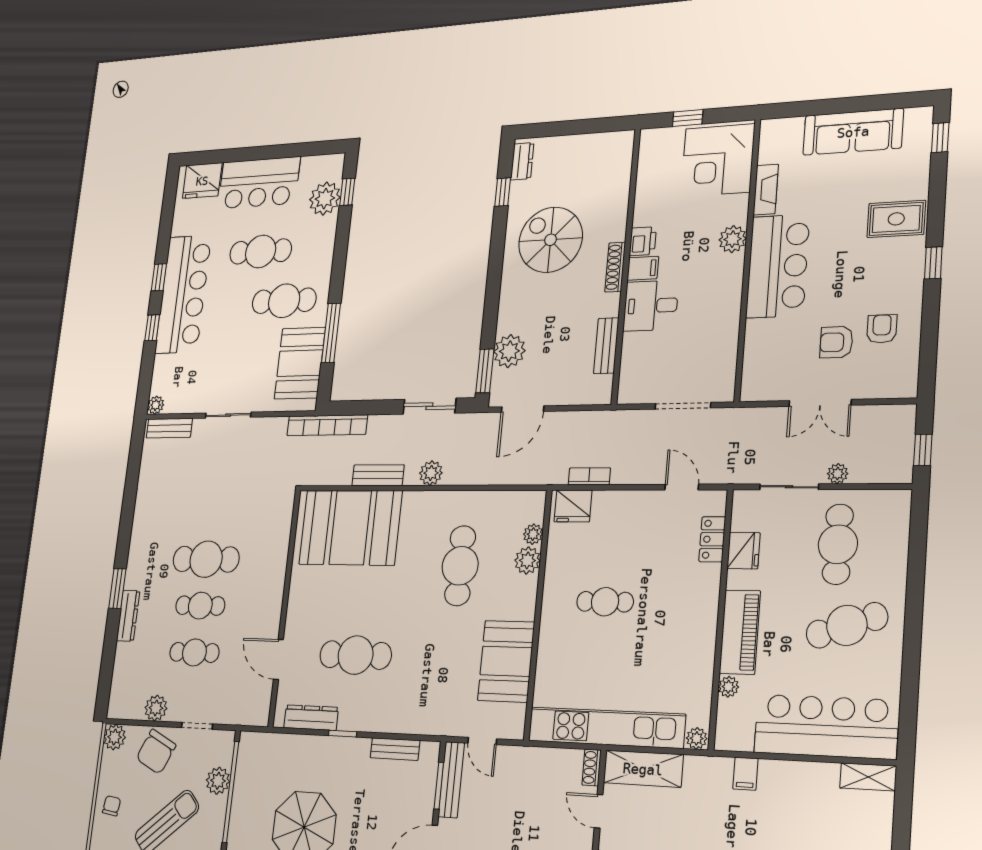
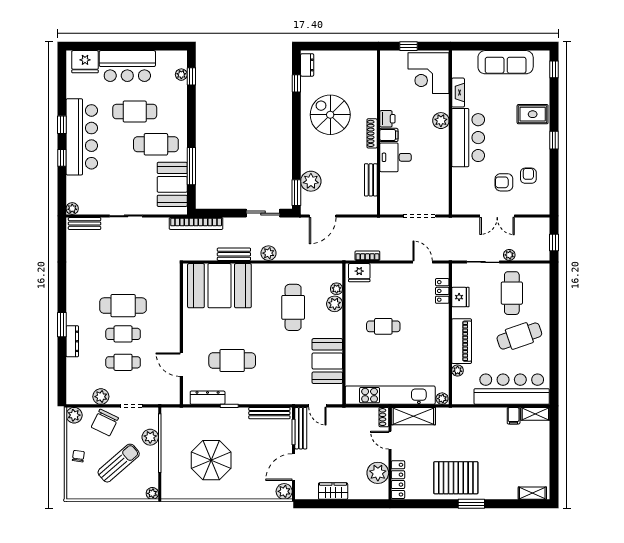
plant: (325, 199) -> (181, 75), width x0.53, depth x0.53
bench: (395, 749) -> (269, 413), width x1.36
filing cabinet: (745, 774) -> (514, 416), moved

